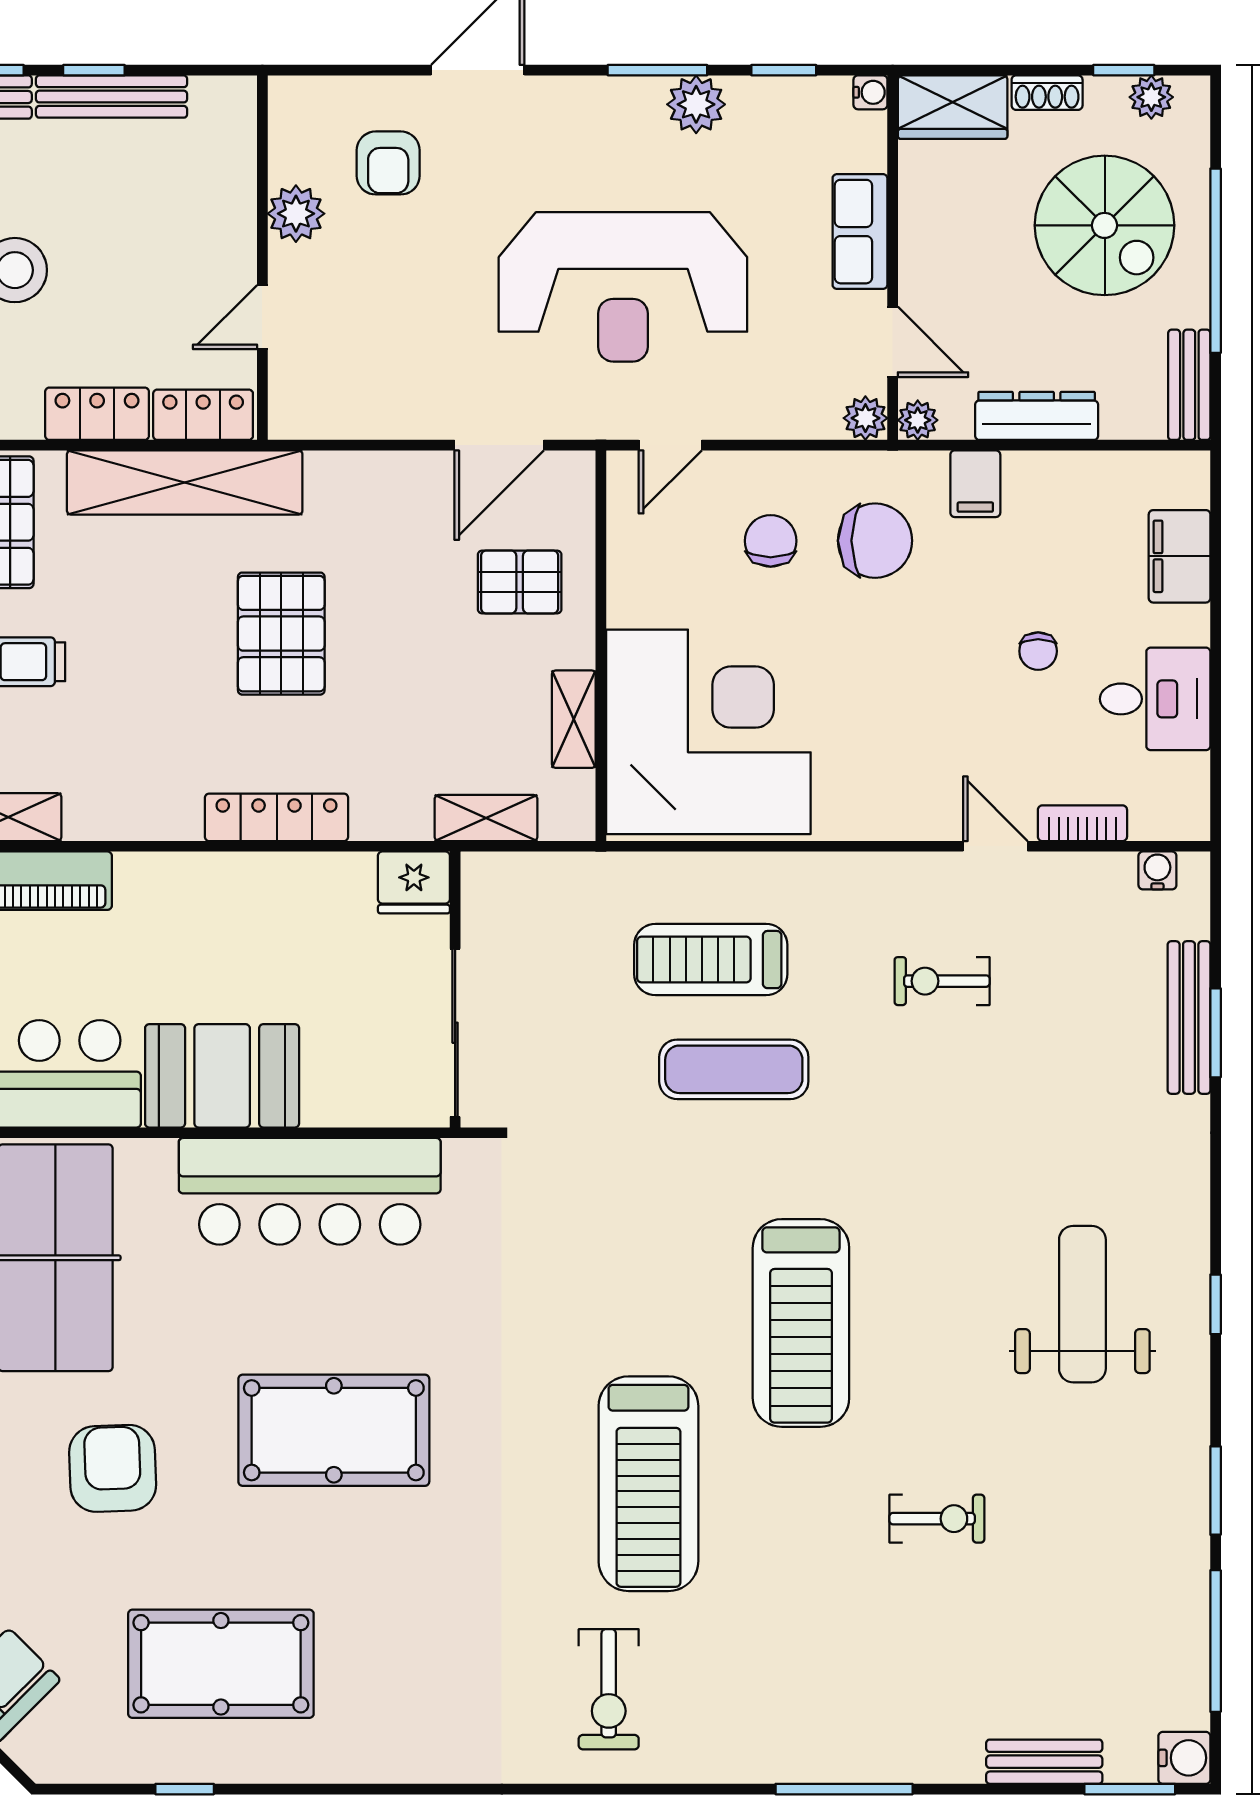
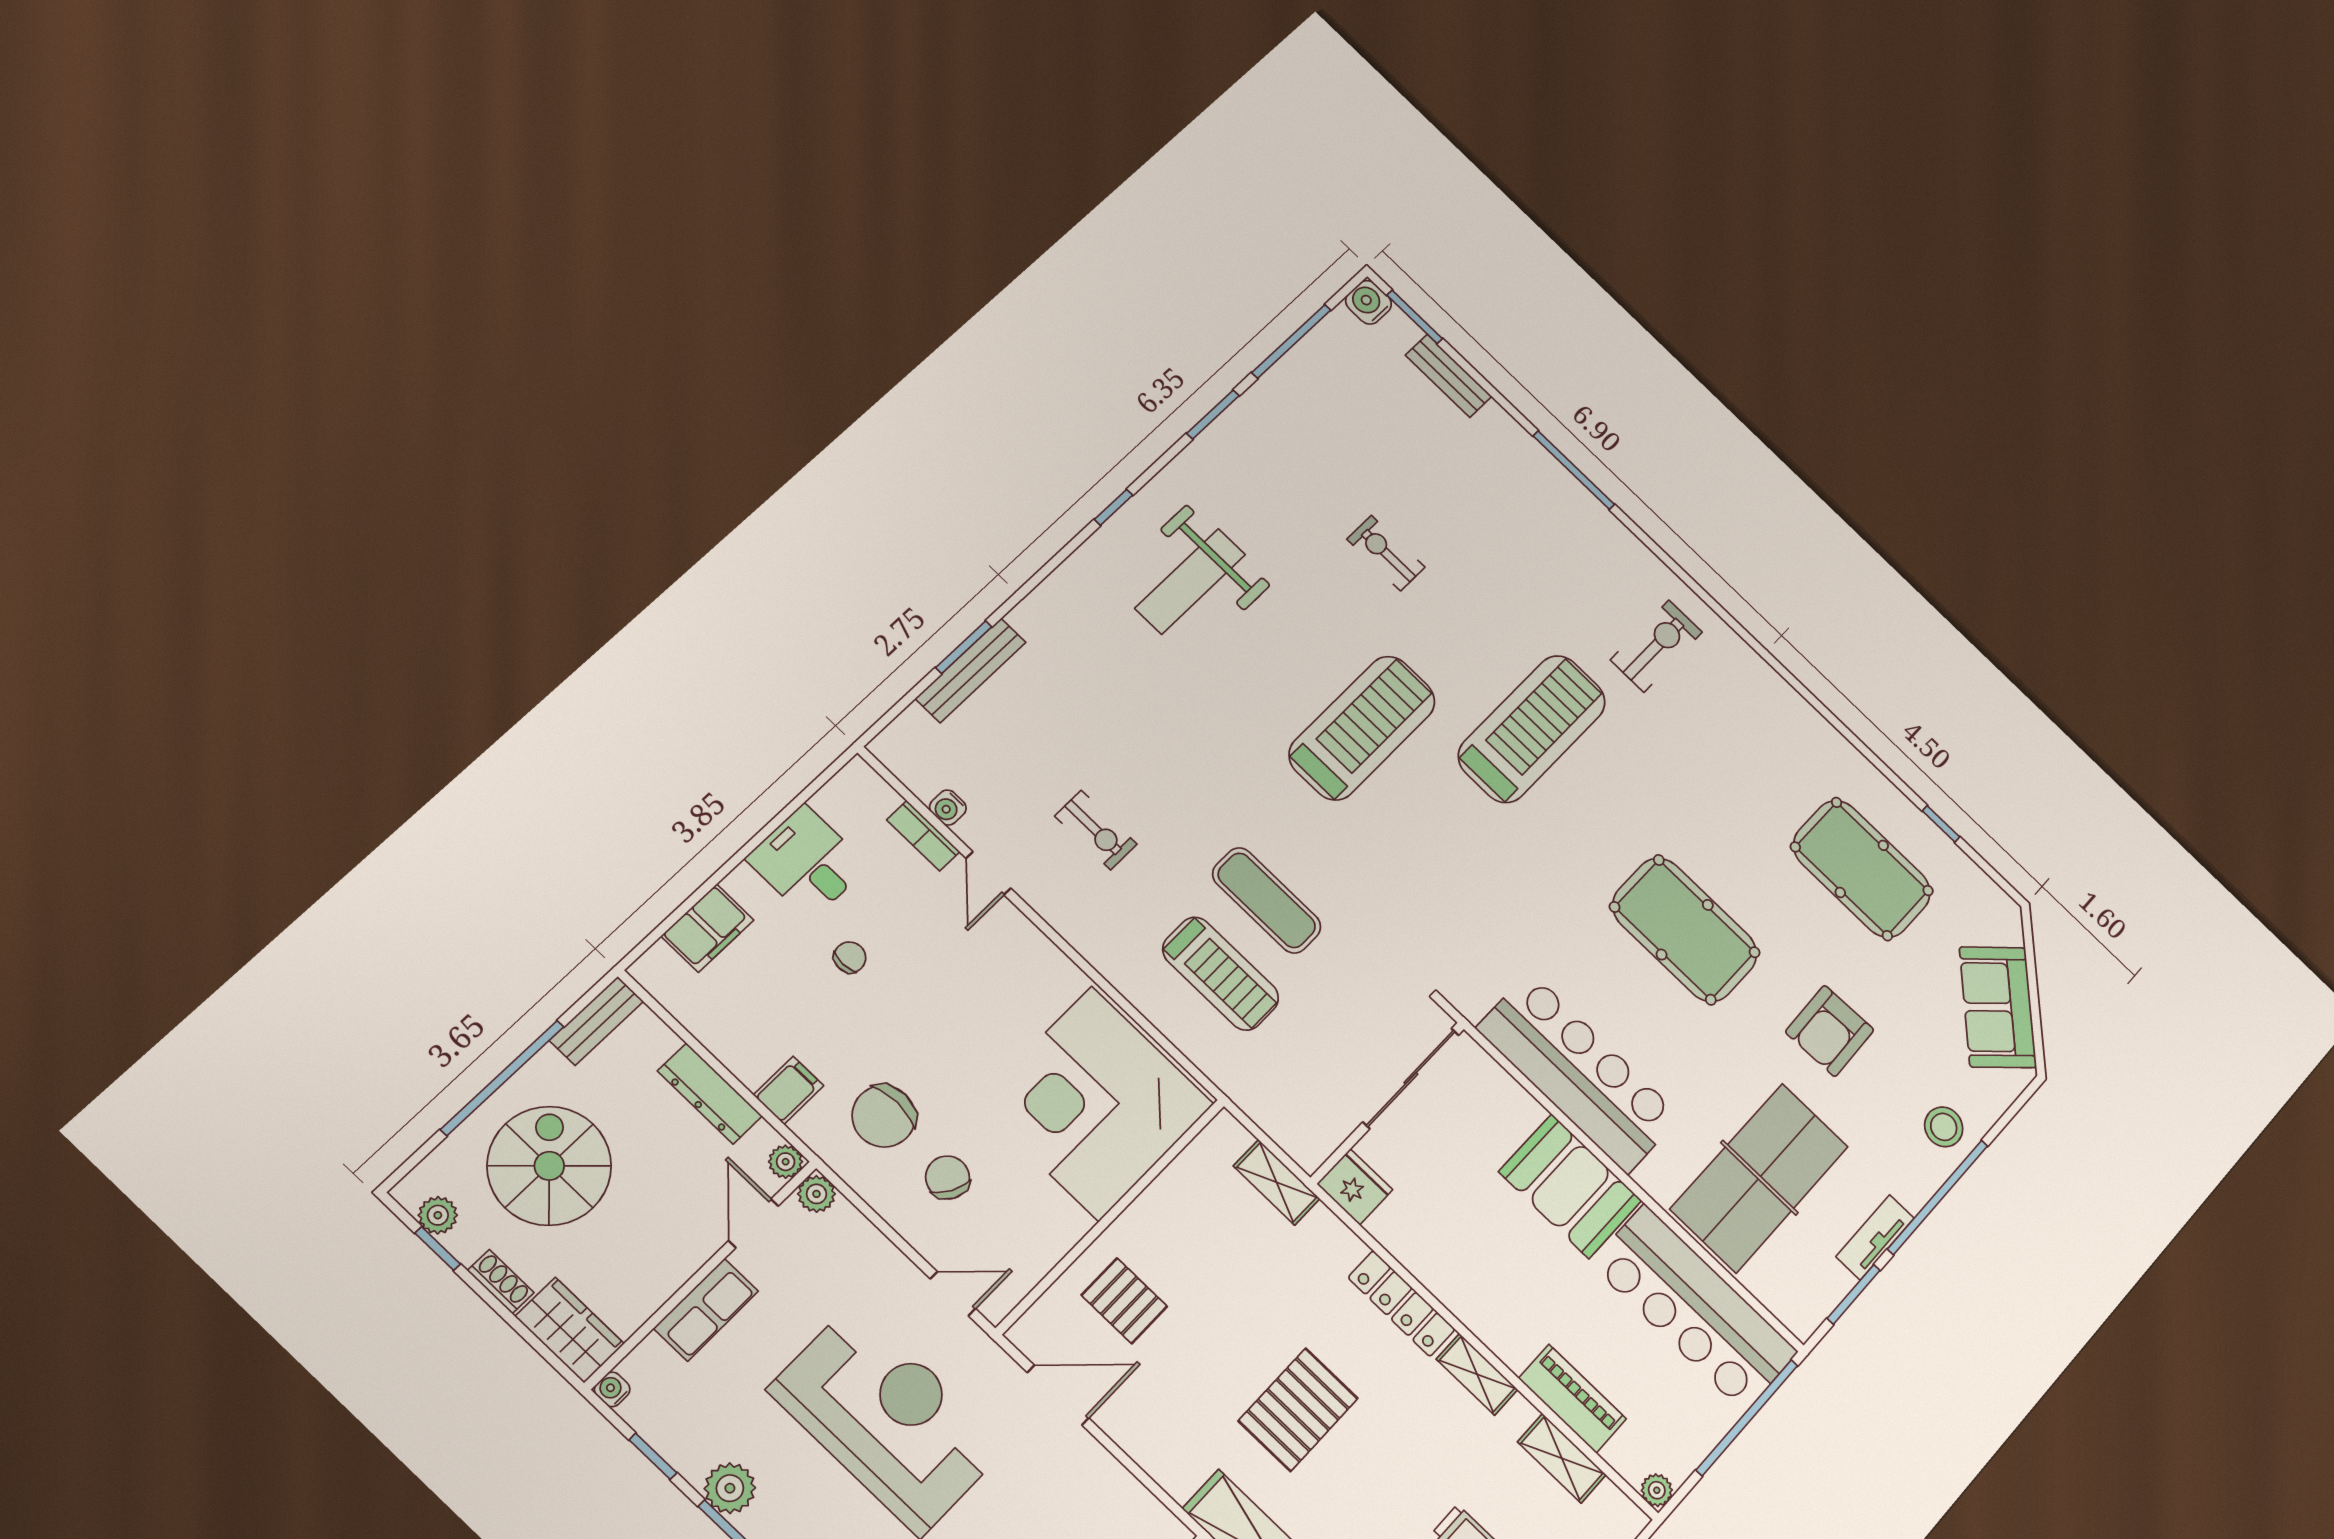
chair: (771, 541) -> (948, 1177), turned 118
chair: (875, 541) -> (884, 1116), turned -90
shelving: (574, 719) -> (1477, 1374), moved, turned 90
water cooler: (1157, 870) -> (948, 808), moved

